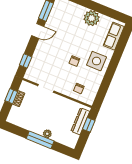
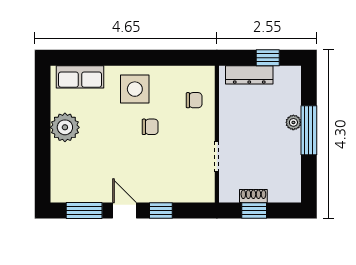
window: (26, 61) -> (161, 210), moved
window: (89, 125) -> (268, 58), moved

